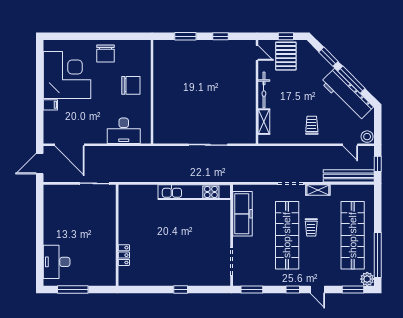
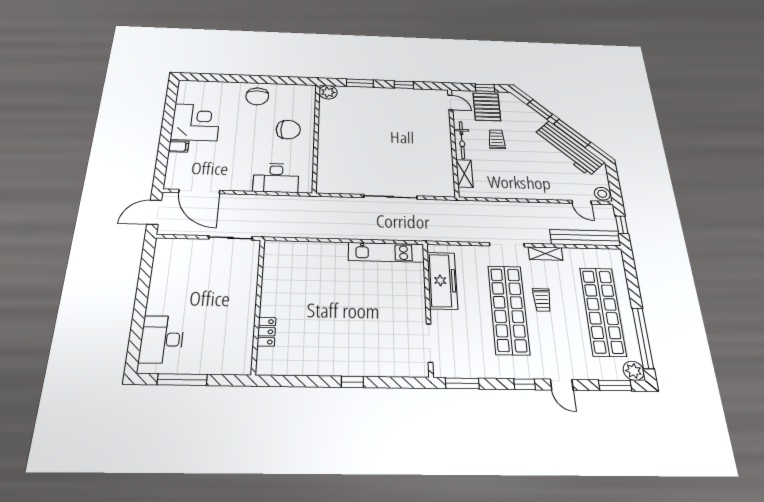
plant: (160, 47) -> (328, 92), added
corner desk: (67, 75) -> (196, 122), width x0.74, depth x0.74
trolley: (312, 125) -> (497, 139), moved
kitchen unit: (194, 192) -> (386, 252), width x0.73

